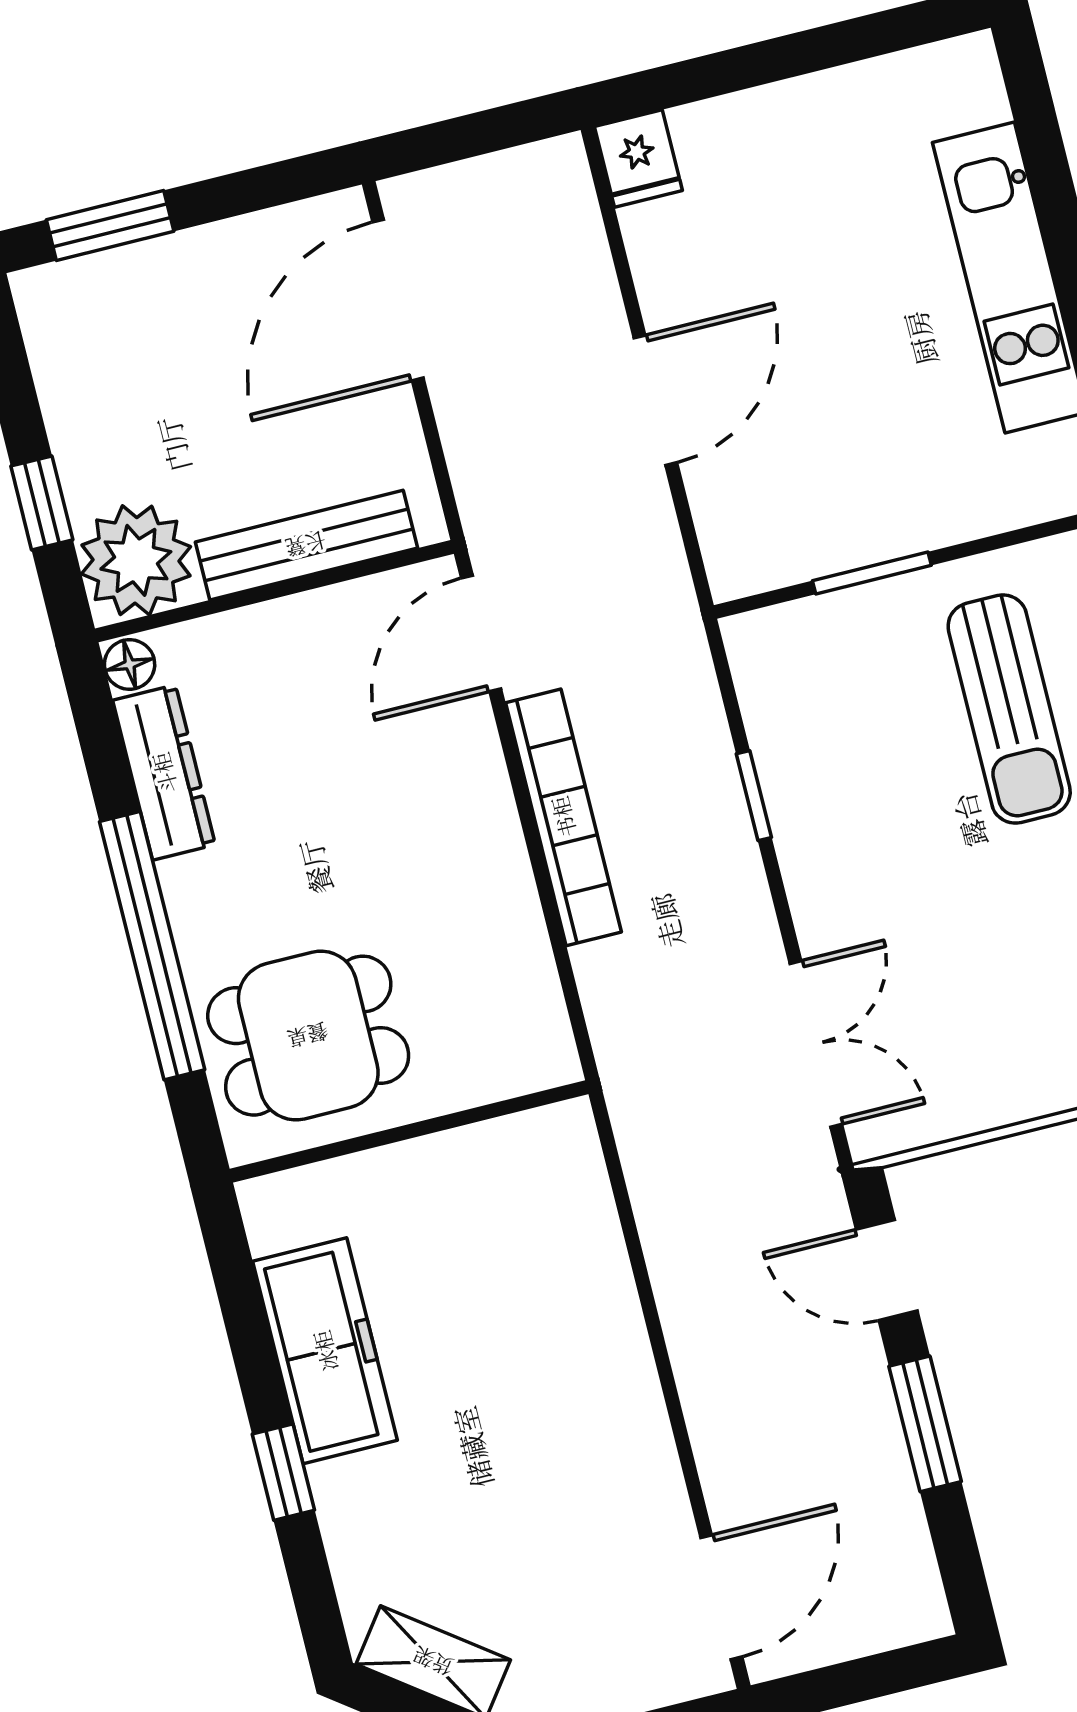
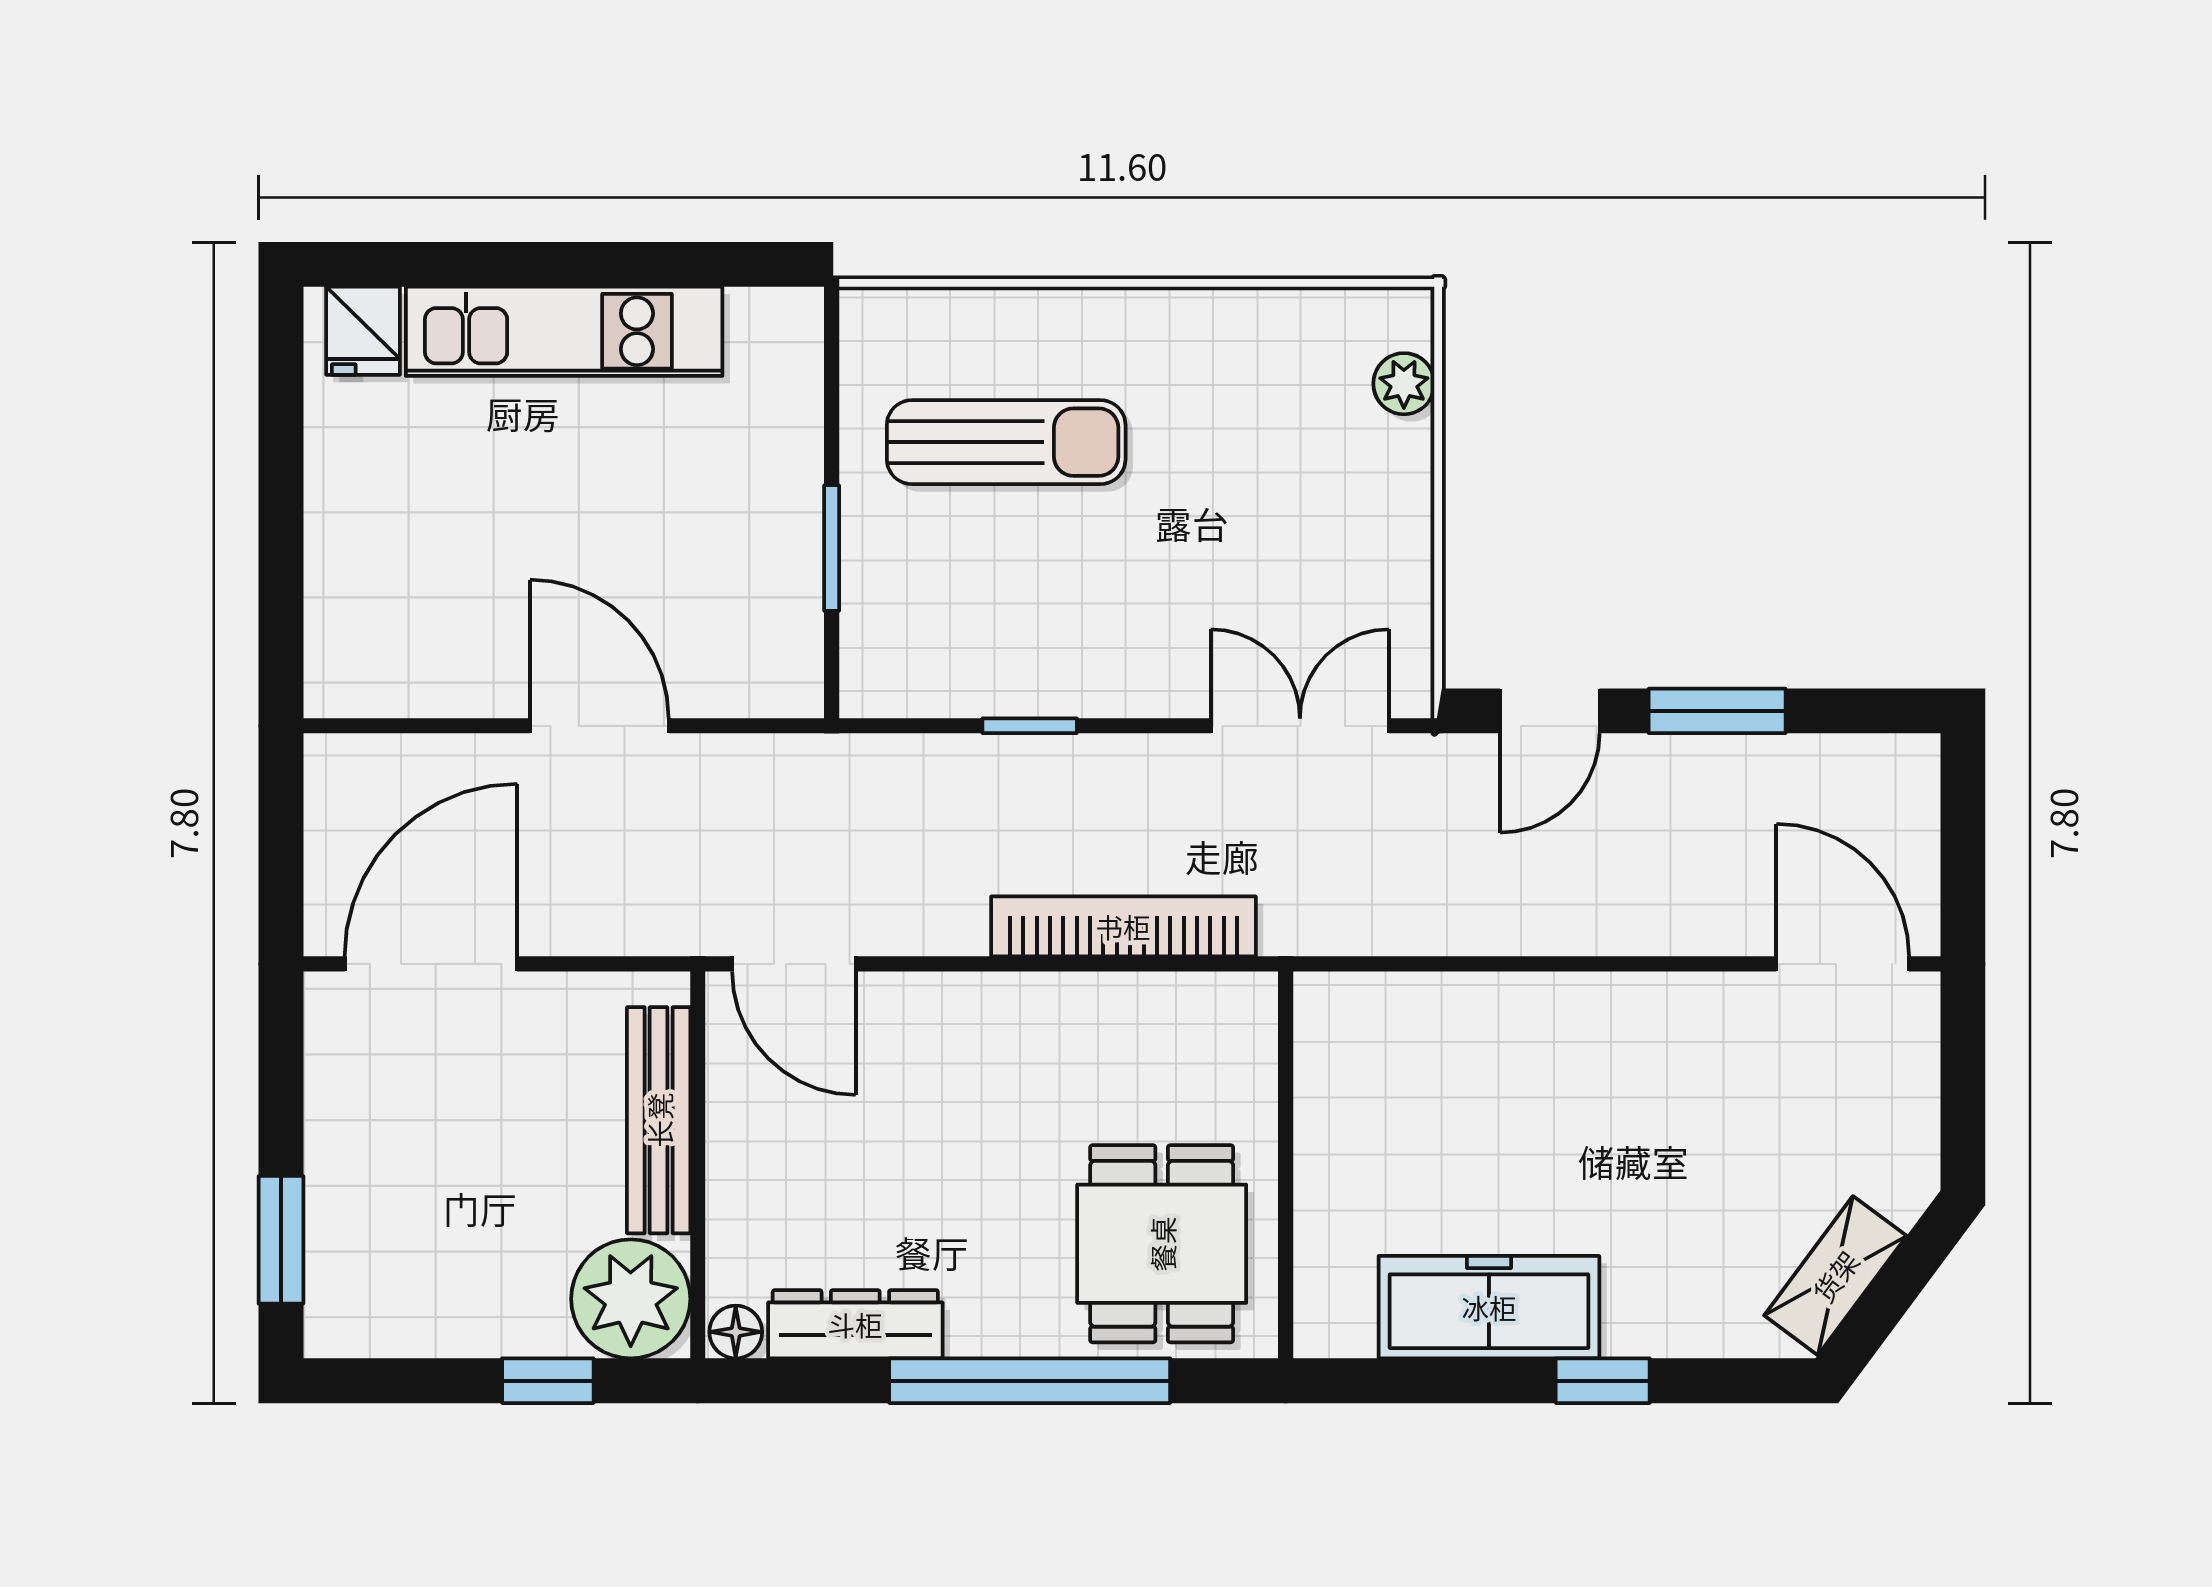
fridge: (638, 159) -> (363, 331), moved, turned 90
door: (398, 300) -> (431, 964), swing flipped
bookcase: (563, 817) -> (1123, 926), moved

